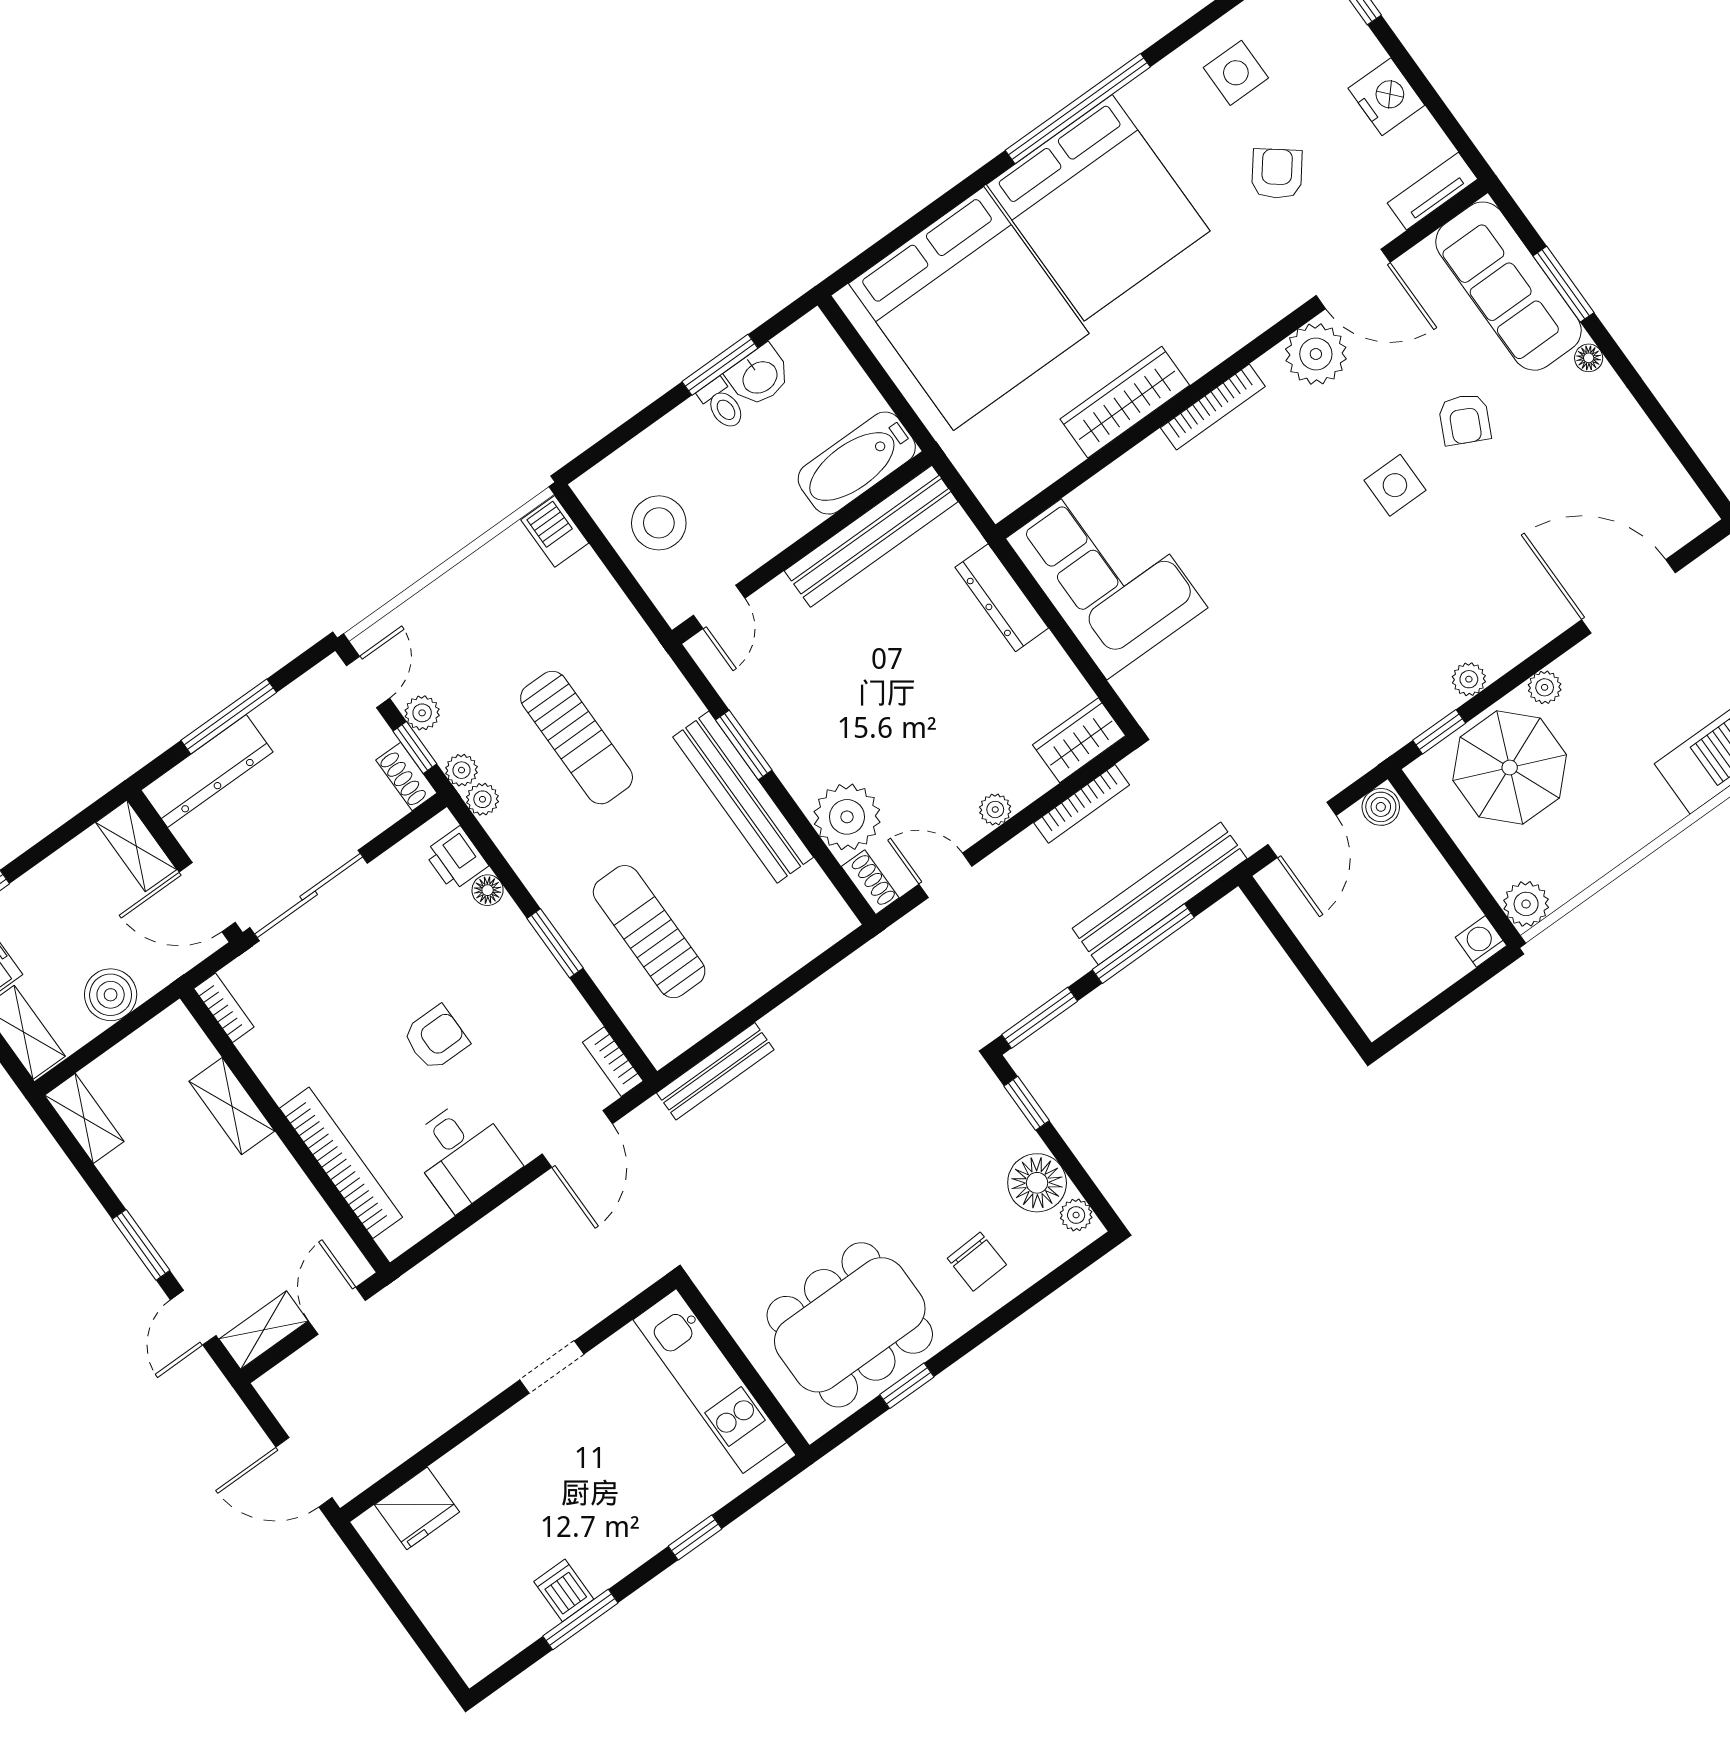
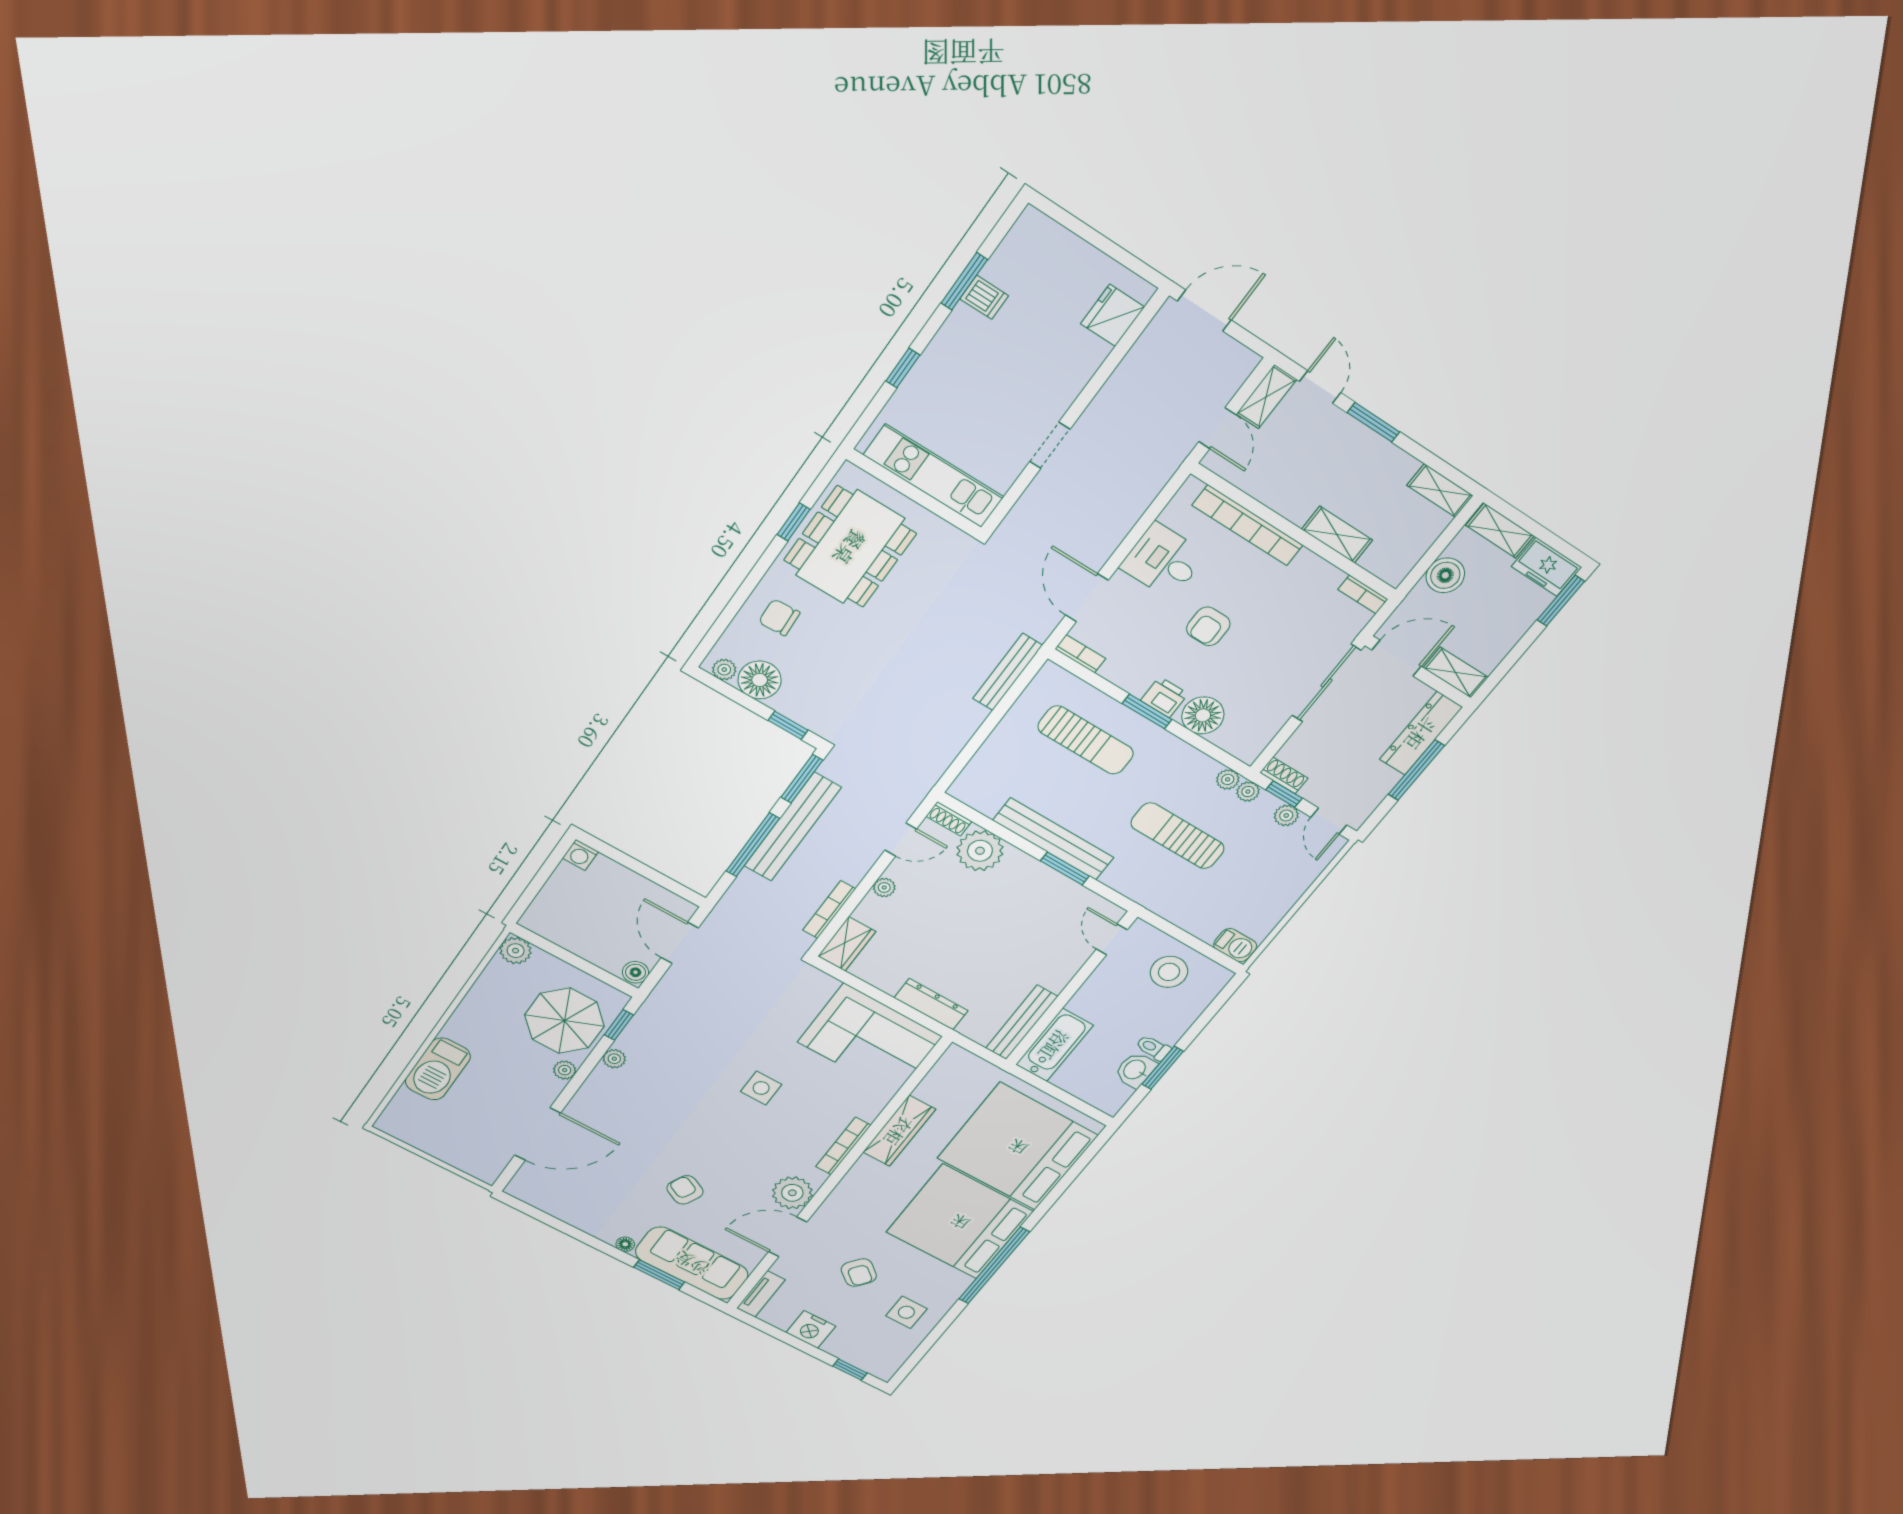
side table: (1395, 485) -> (761, 1088), moved
bench: (871, 536) -> (1022, 1022), width x0.73, depth x0.82
printer: (456, 859) -> (1164, 697), moved
floor lamp: (488, 890) -> (1203, 715), width x1.89, depth x1.89
bench: (1160, 893) -> (793, 827), moved
washing machine: (1481, 941) -> (580, 855), moved, turned 90

